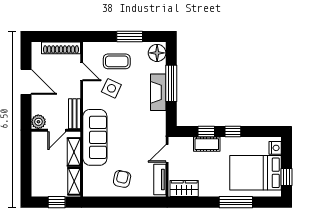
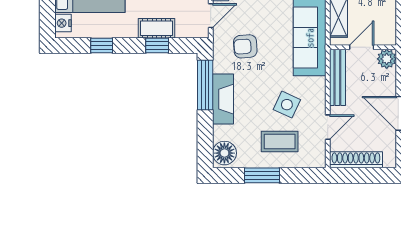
door: (82, 72) -> (328, 127), swing flipped
window: (171, 83) -> (205, 85), moved
bench: (75, 114) -> (337, 77), width x1.36
armchair: (142, 131) -> (245, 46), added
window: (233, 132) -> (102, 45), moved

